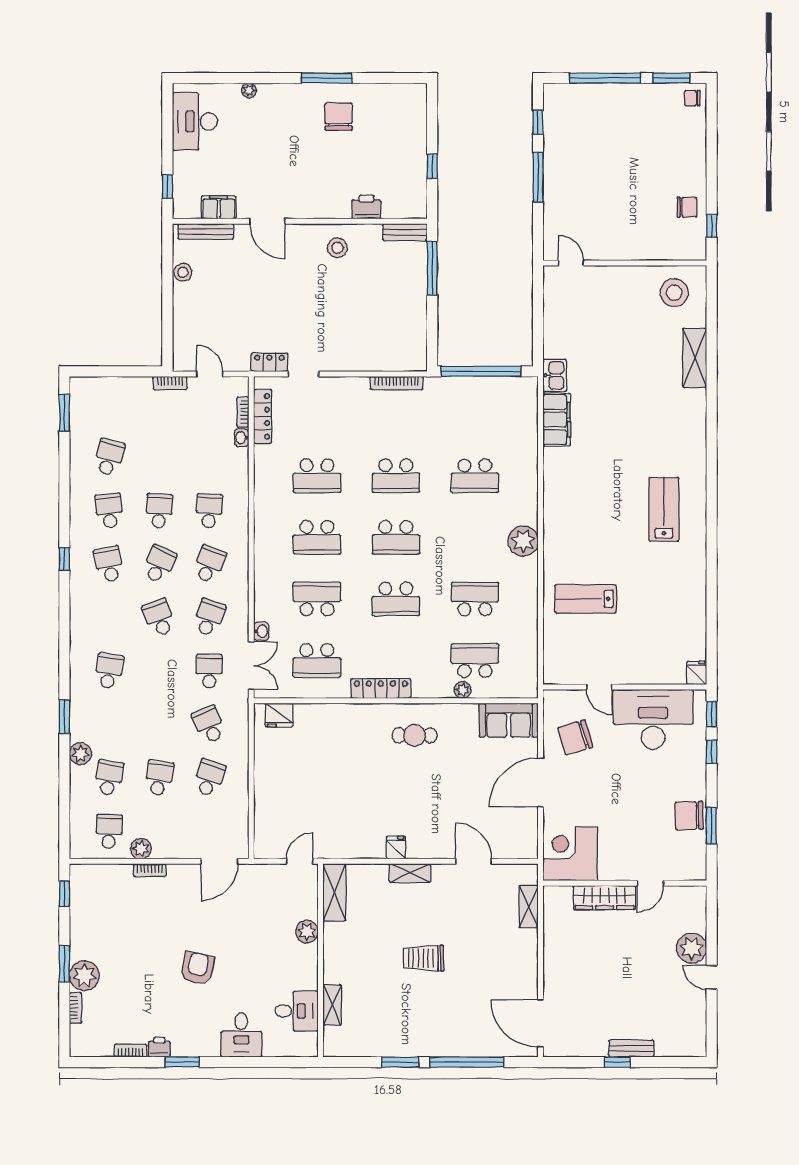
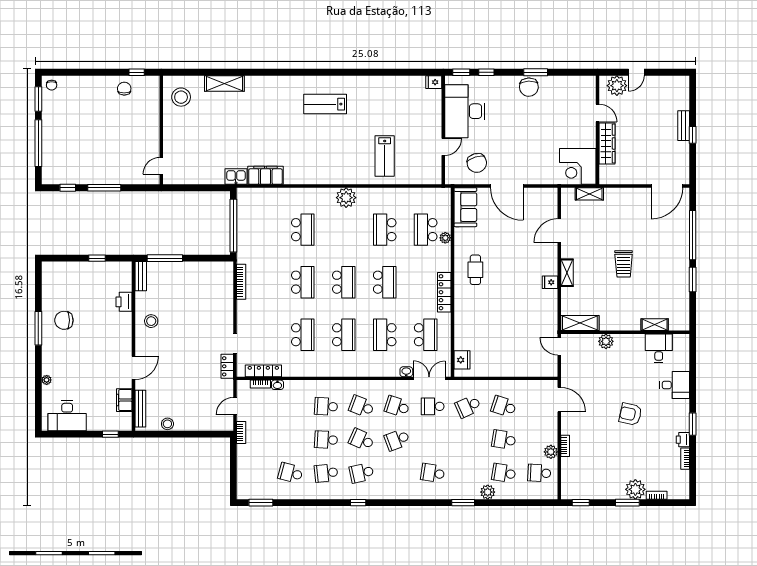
corner desk: (570, 854) -> (578, 166), moved
wall: (625, 883) -> (597, 130), moved
door: (650, 883) -> (597, 113), moved
wardrobe: (605, 898) -> (607, 143), moved

